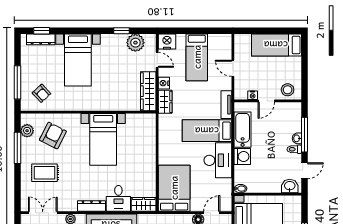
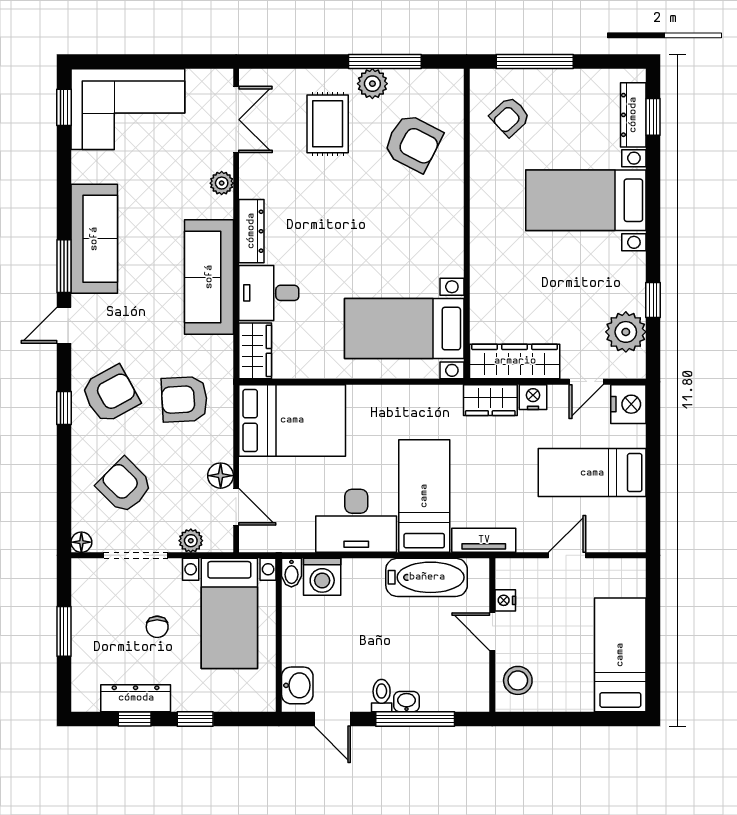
plant: (27, 131) -> (372, 84), moved
bed with nightstands: (103, 139) -> (404, 329), moved
washing machine: (242, 156) -> (322, 577), moved

